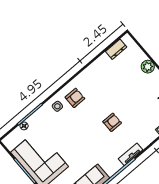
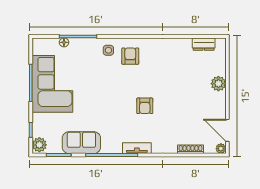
armchair: (75, 98) -> (130, 56), turned -90
armchair: (112, 122) -> (145, 106), turned 90

